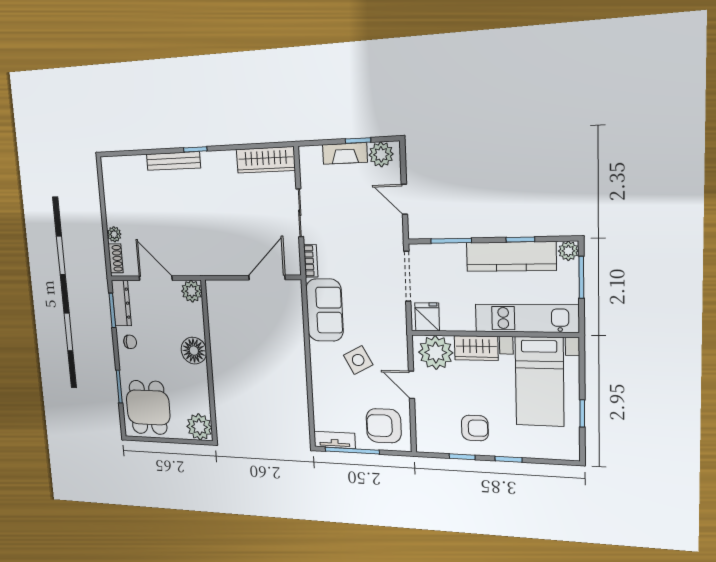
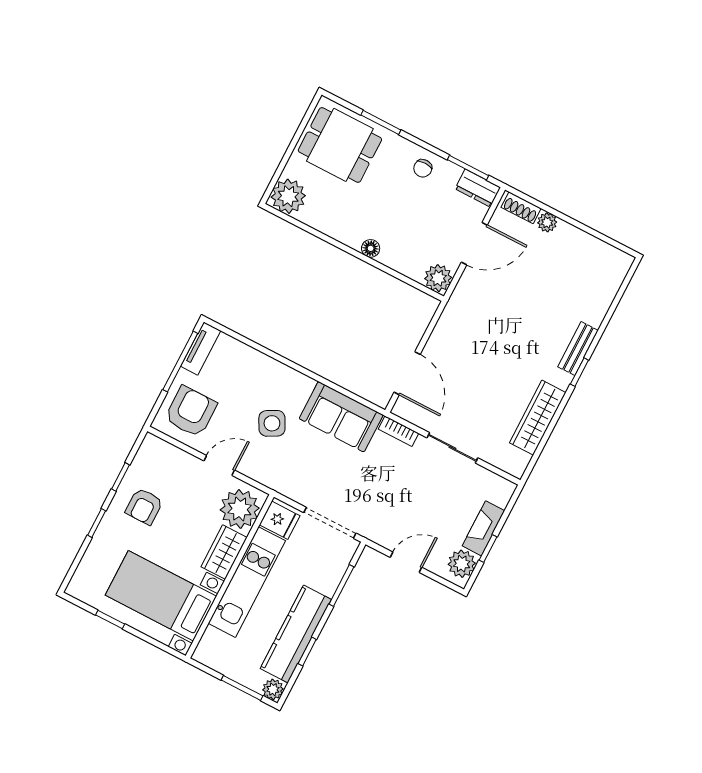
wardrobe: (266, 160) -> (538, 418), moved
bench: (173, 161) -> (578, 349), width x0.73
dresser: (121, 303) -> (478, 188), width x0.70
kitchen unit: (527, 318) -> (247, 582), moved
floor lamp: (194, 351) -> (371, 248), width x0.53, depth x0.53

